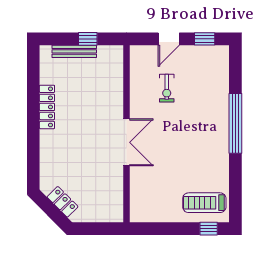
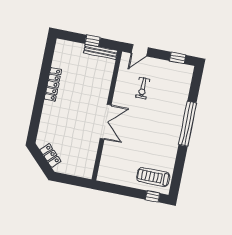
door: (169, 39) -> (140, 50), moved
bench: (74, 51) -> (101, 52), moved

